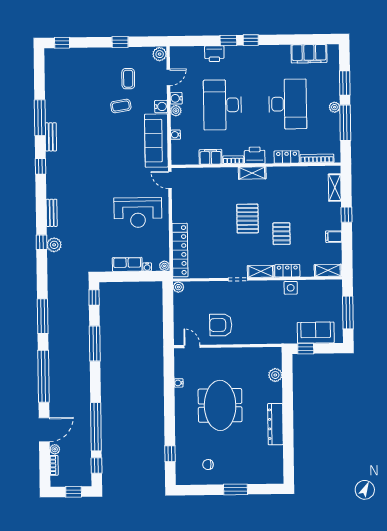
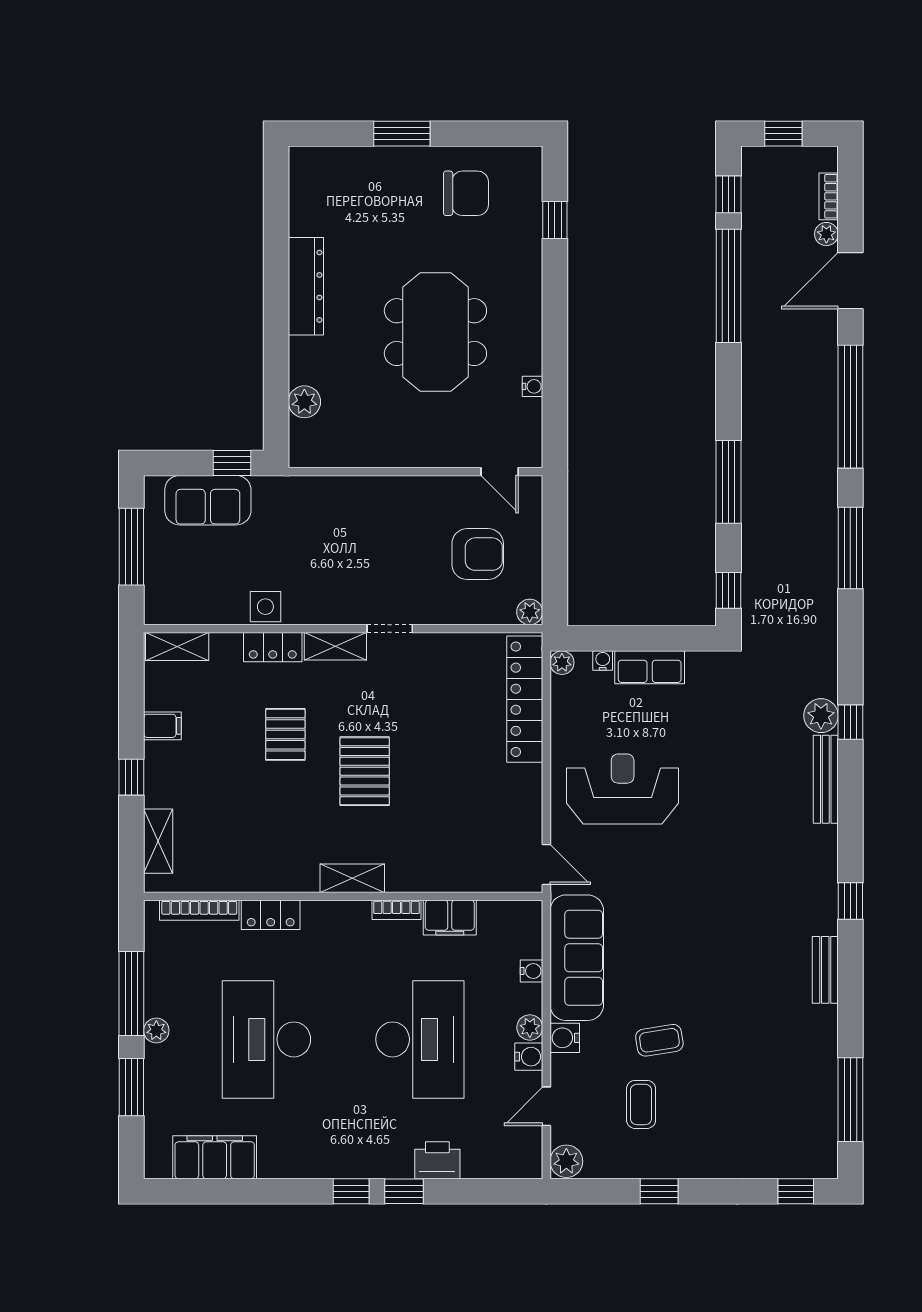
window: (40, 118) -> (850, 1100), moved
printer: (255, 155) -> (346, 920), removed
bench: (52, 213) -> (826, 779), width x1.36
armchair: (221, 325) -> (478, 554), moved
chair: (208, 465) -> (466, 193), width x1.87, depth x1.87

